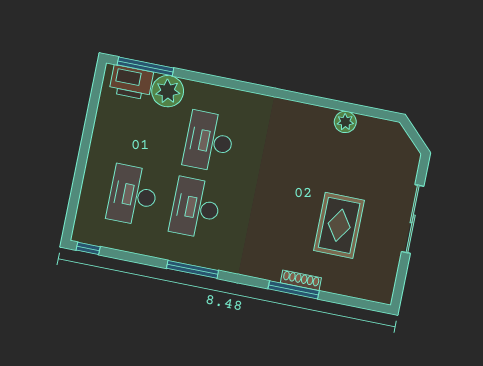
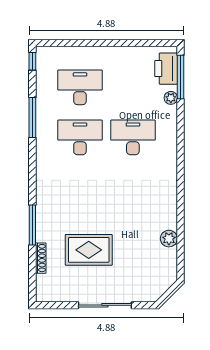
plant: (168, 91) -> (171, 98), width x0.53, depth x0.53
window: (193, 269) -> (32, 117), moved
shoe rack: (301, 280) -> (41, 258), moved

